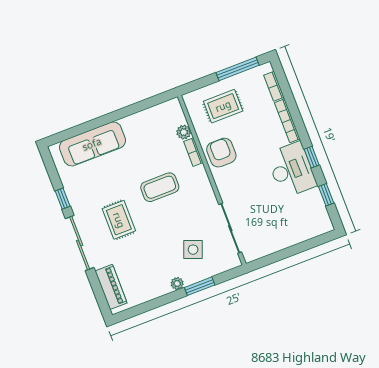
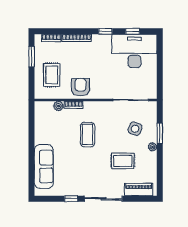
window: (238, 69) -> (32, 57), width x0.69
armchair: (221, 153) -> (81, 87), turned 90
desk: (291, 170) -> (134, 51), moved, width x1.36, depth x1.30
rug: (119, 220) -> (123, 161), moved

